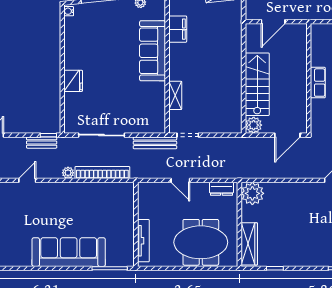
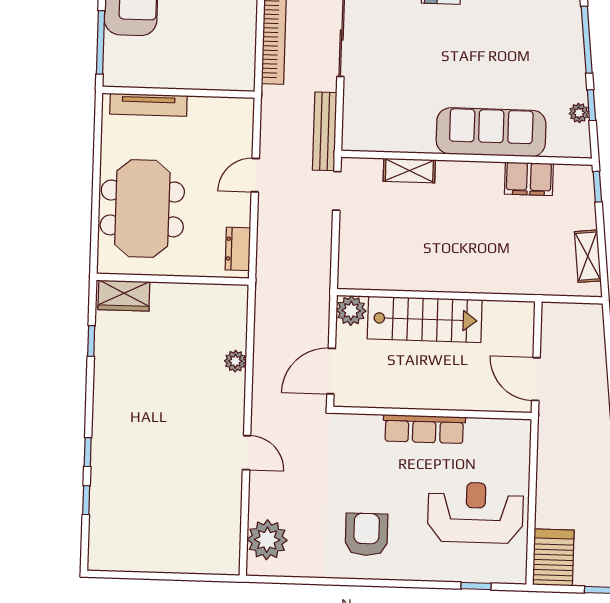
door: (273, 22) -> (536, 379), moved
row of seats: (318, 83) -> (424, 429), width x1.48
door: (287, 135) -> (331, 371), hinge flipped
plant: (252, 193) -> (235, 361), moved, width x0.53, depth x0.53
wardrobe: (249, 244) -> (124, 296), width x0.67

